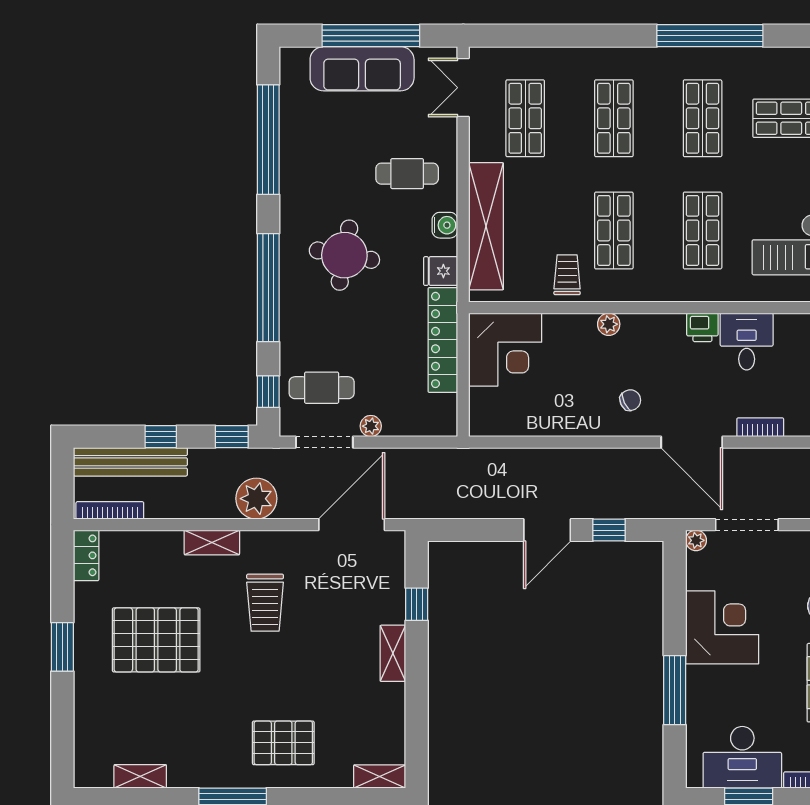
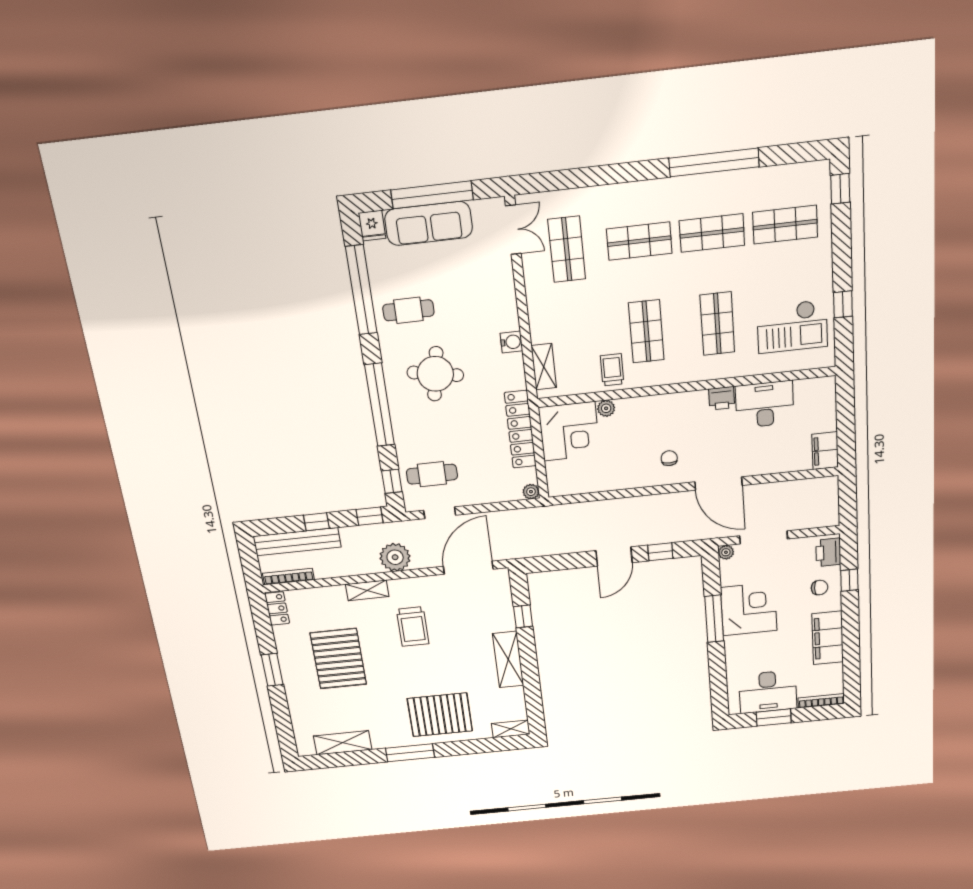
double door: (463, 88) -> (513, 230), swing flipped
shop shelf: (614, 118) -> (639, 241), turned 90
shop shelf: (703, 118) -> (712, 233), turned 90
cafe table: (407, 174) -> (408, 310), moved
shelving: (486, 226) -> (544, 367), width x0.45, depth x0.75
fridge: (441, 271) -> (372, 226), moved, turned -90
plant: (609, 324) -> (606, 408), moved
desk: (747, 342) -> (765, 404), width x1.37
chair: (630, 400) -> (669, 458), turned -64
plant: (371, 426) -> (531, 492), moved
bookcase: (760, 427) -> (770, 467), removed
doorway: (324, 442) -> (440, 513), width x0.73
pallet: (156, 640) -> (338, 659), turned 90
shelving: (393, 653) -> (508, 660), width x1.50, depth x1.33
window: (675, 690) -> (714, 619), moved
pallet: (283, 743) -> (440, 715), width x1.37, depth x1.41
shelving: (140, 776) -> (343, 743), width x1.50, depth x1.33

